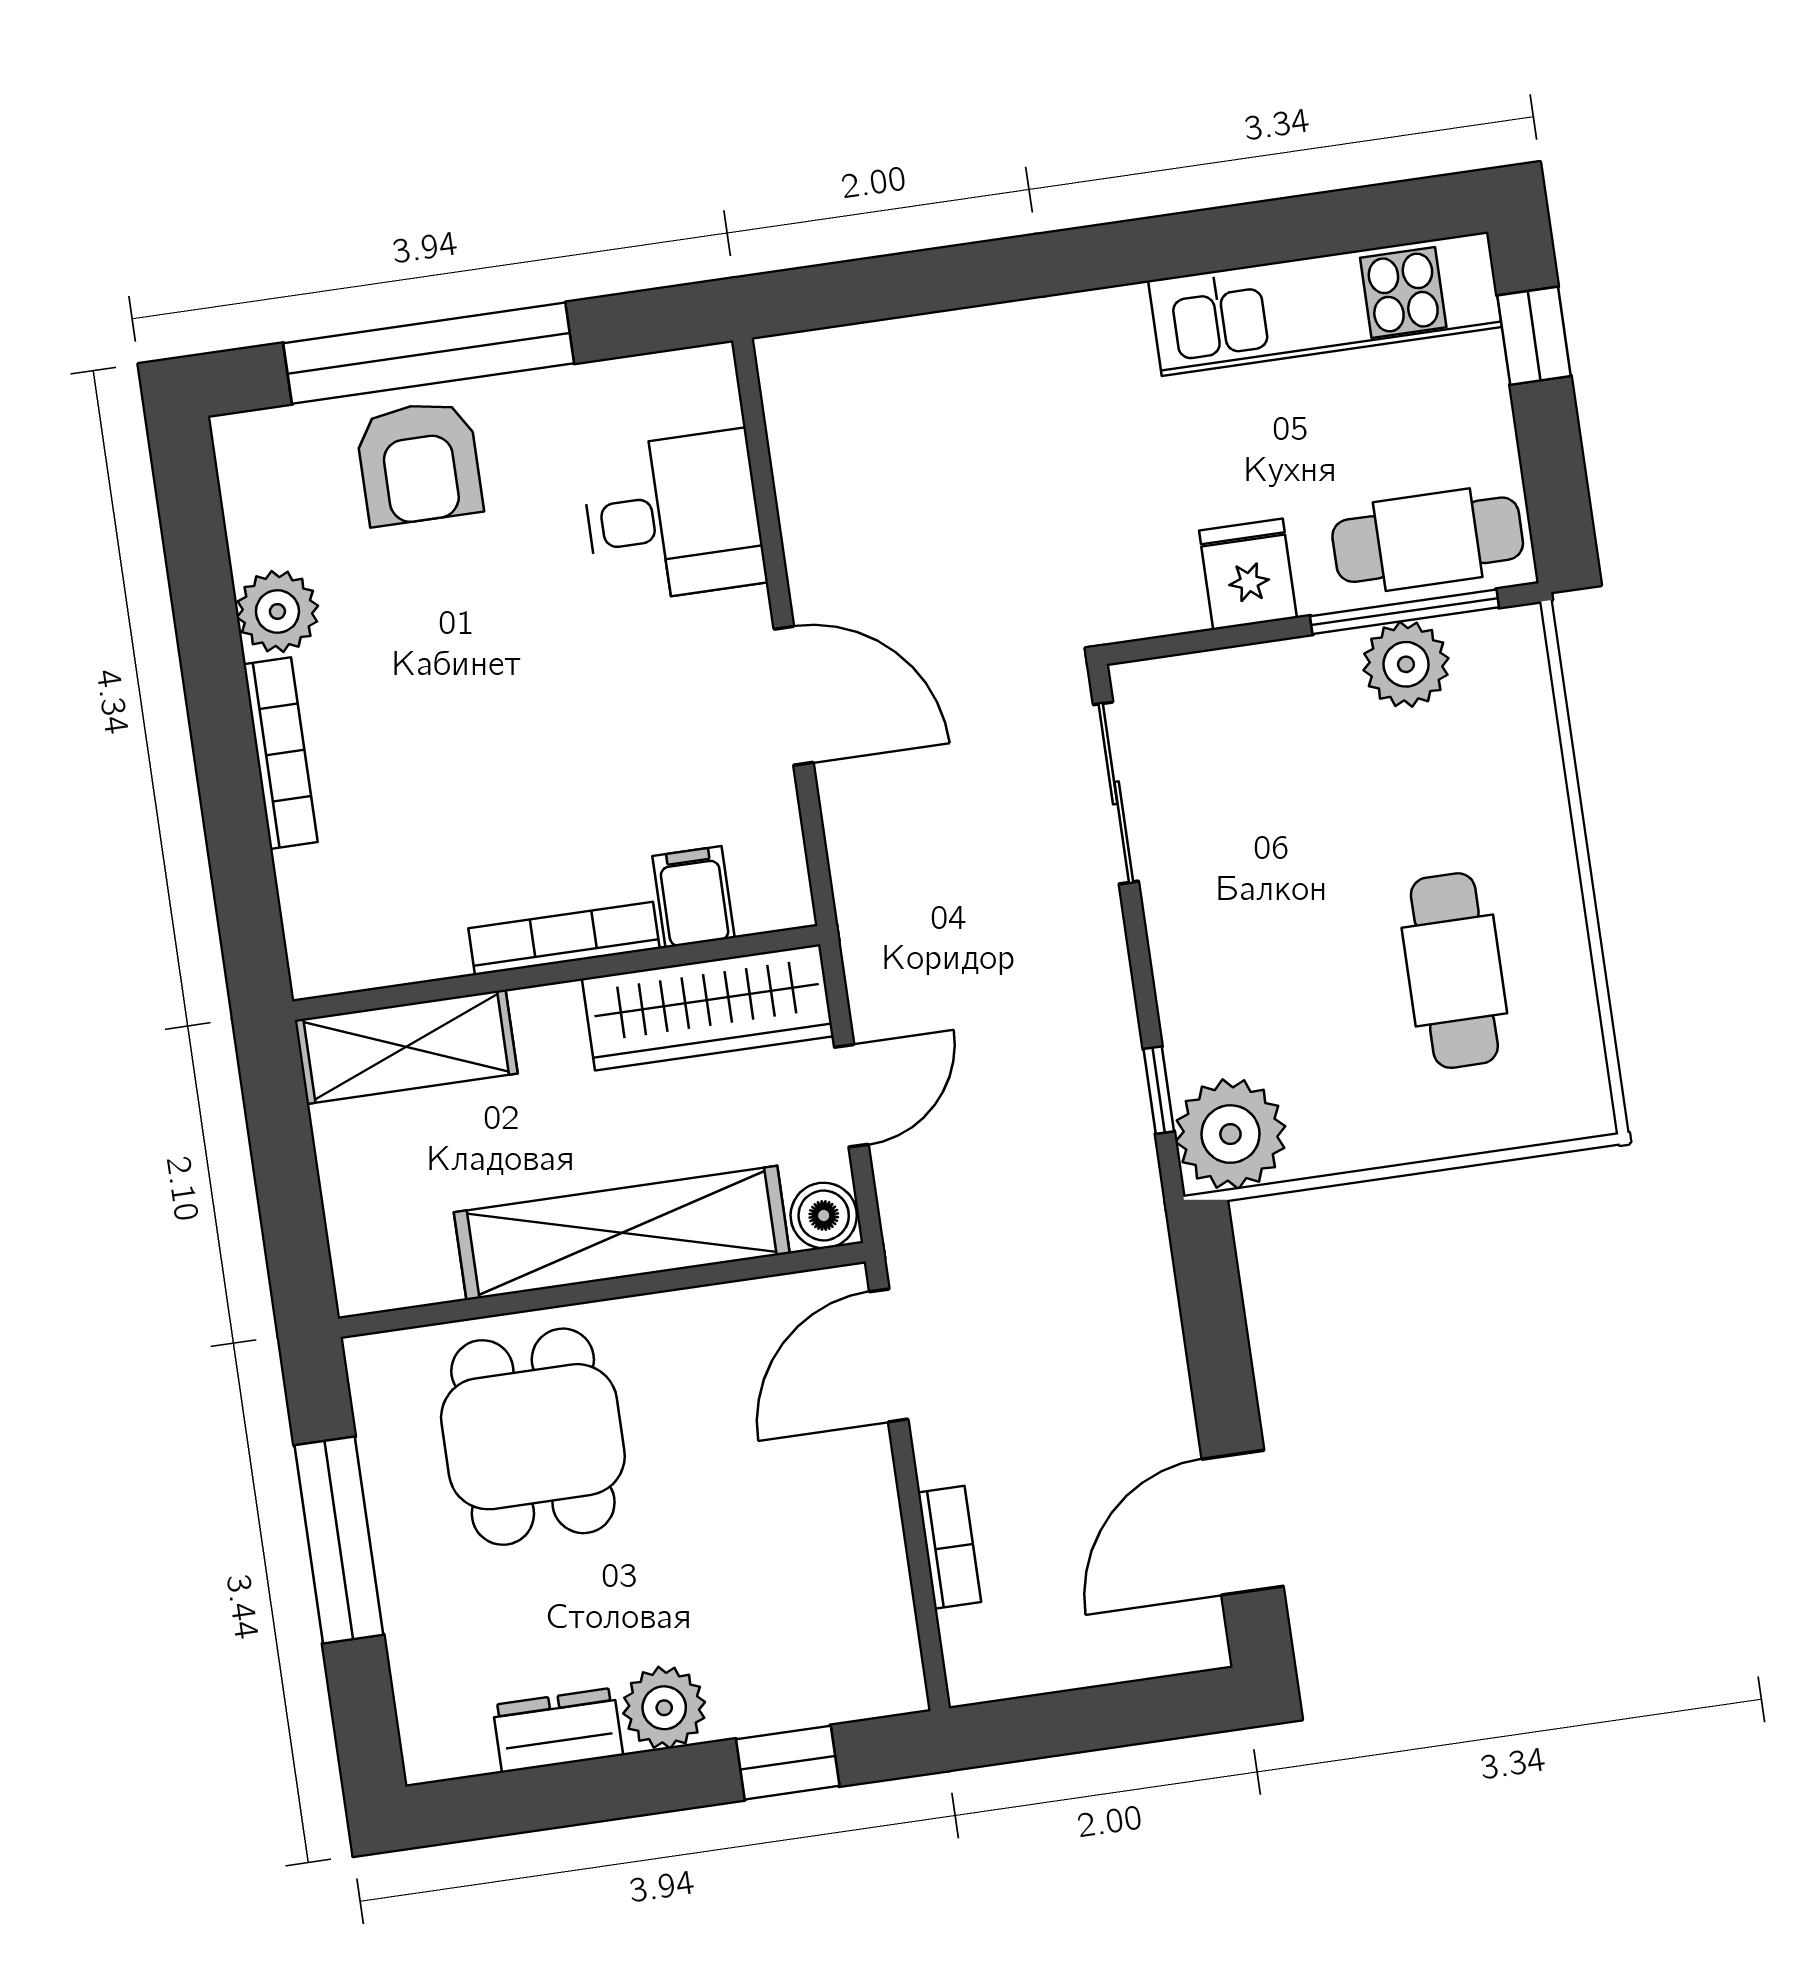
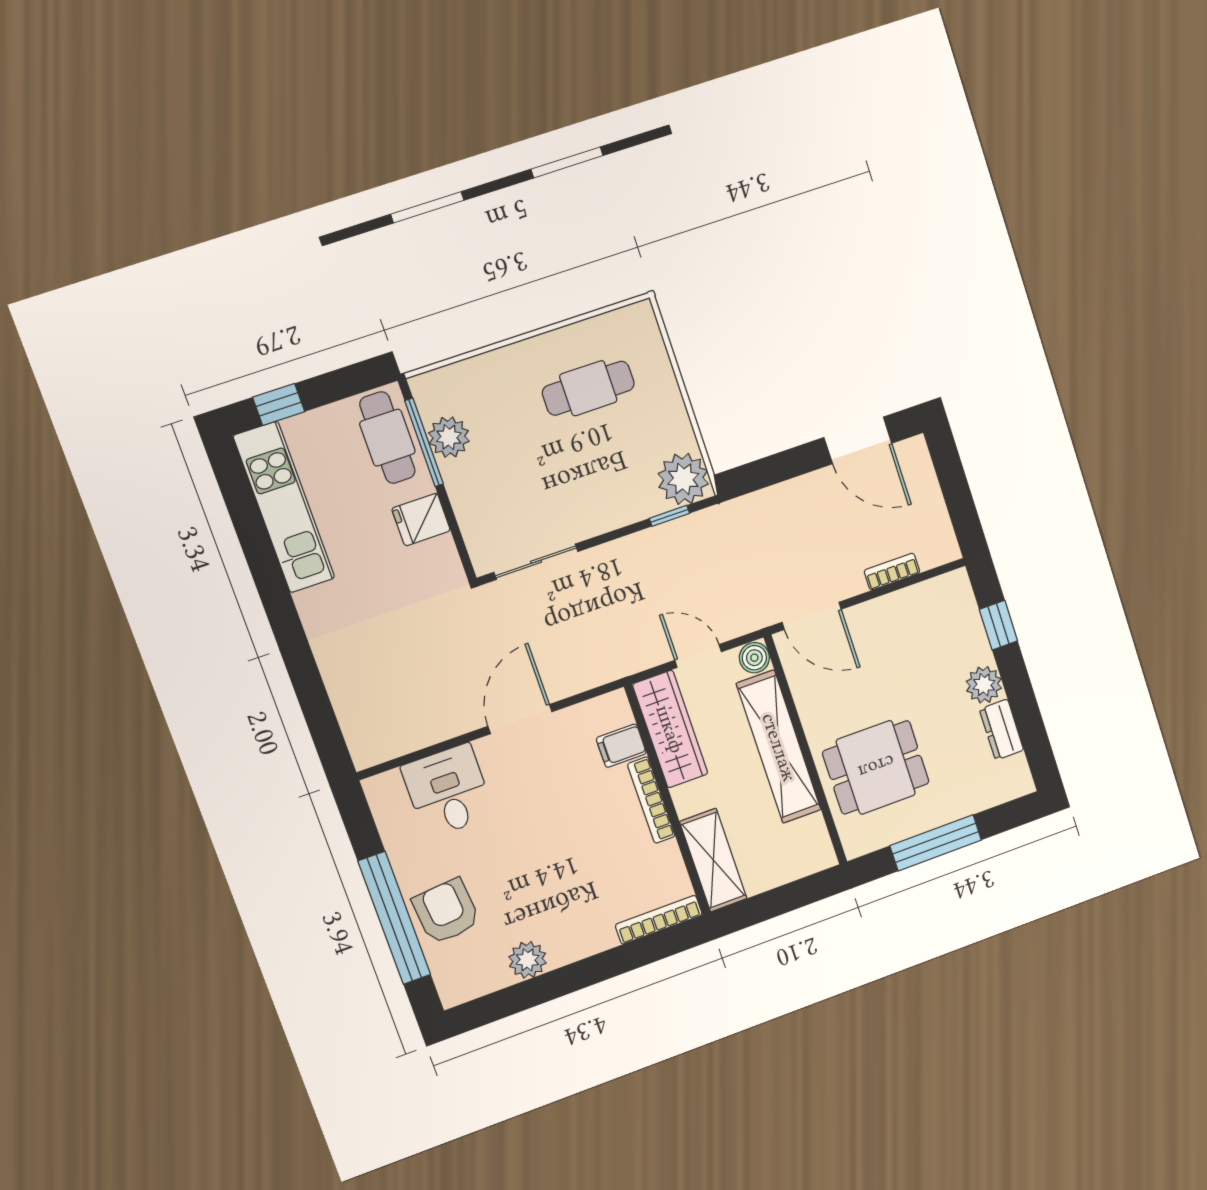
armchair: (419, 463) -> (446, 911), turned -95
bookcase: (281, 753) -> (659, 920), moved

